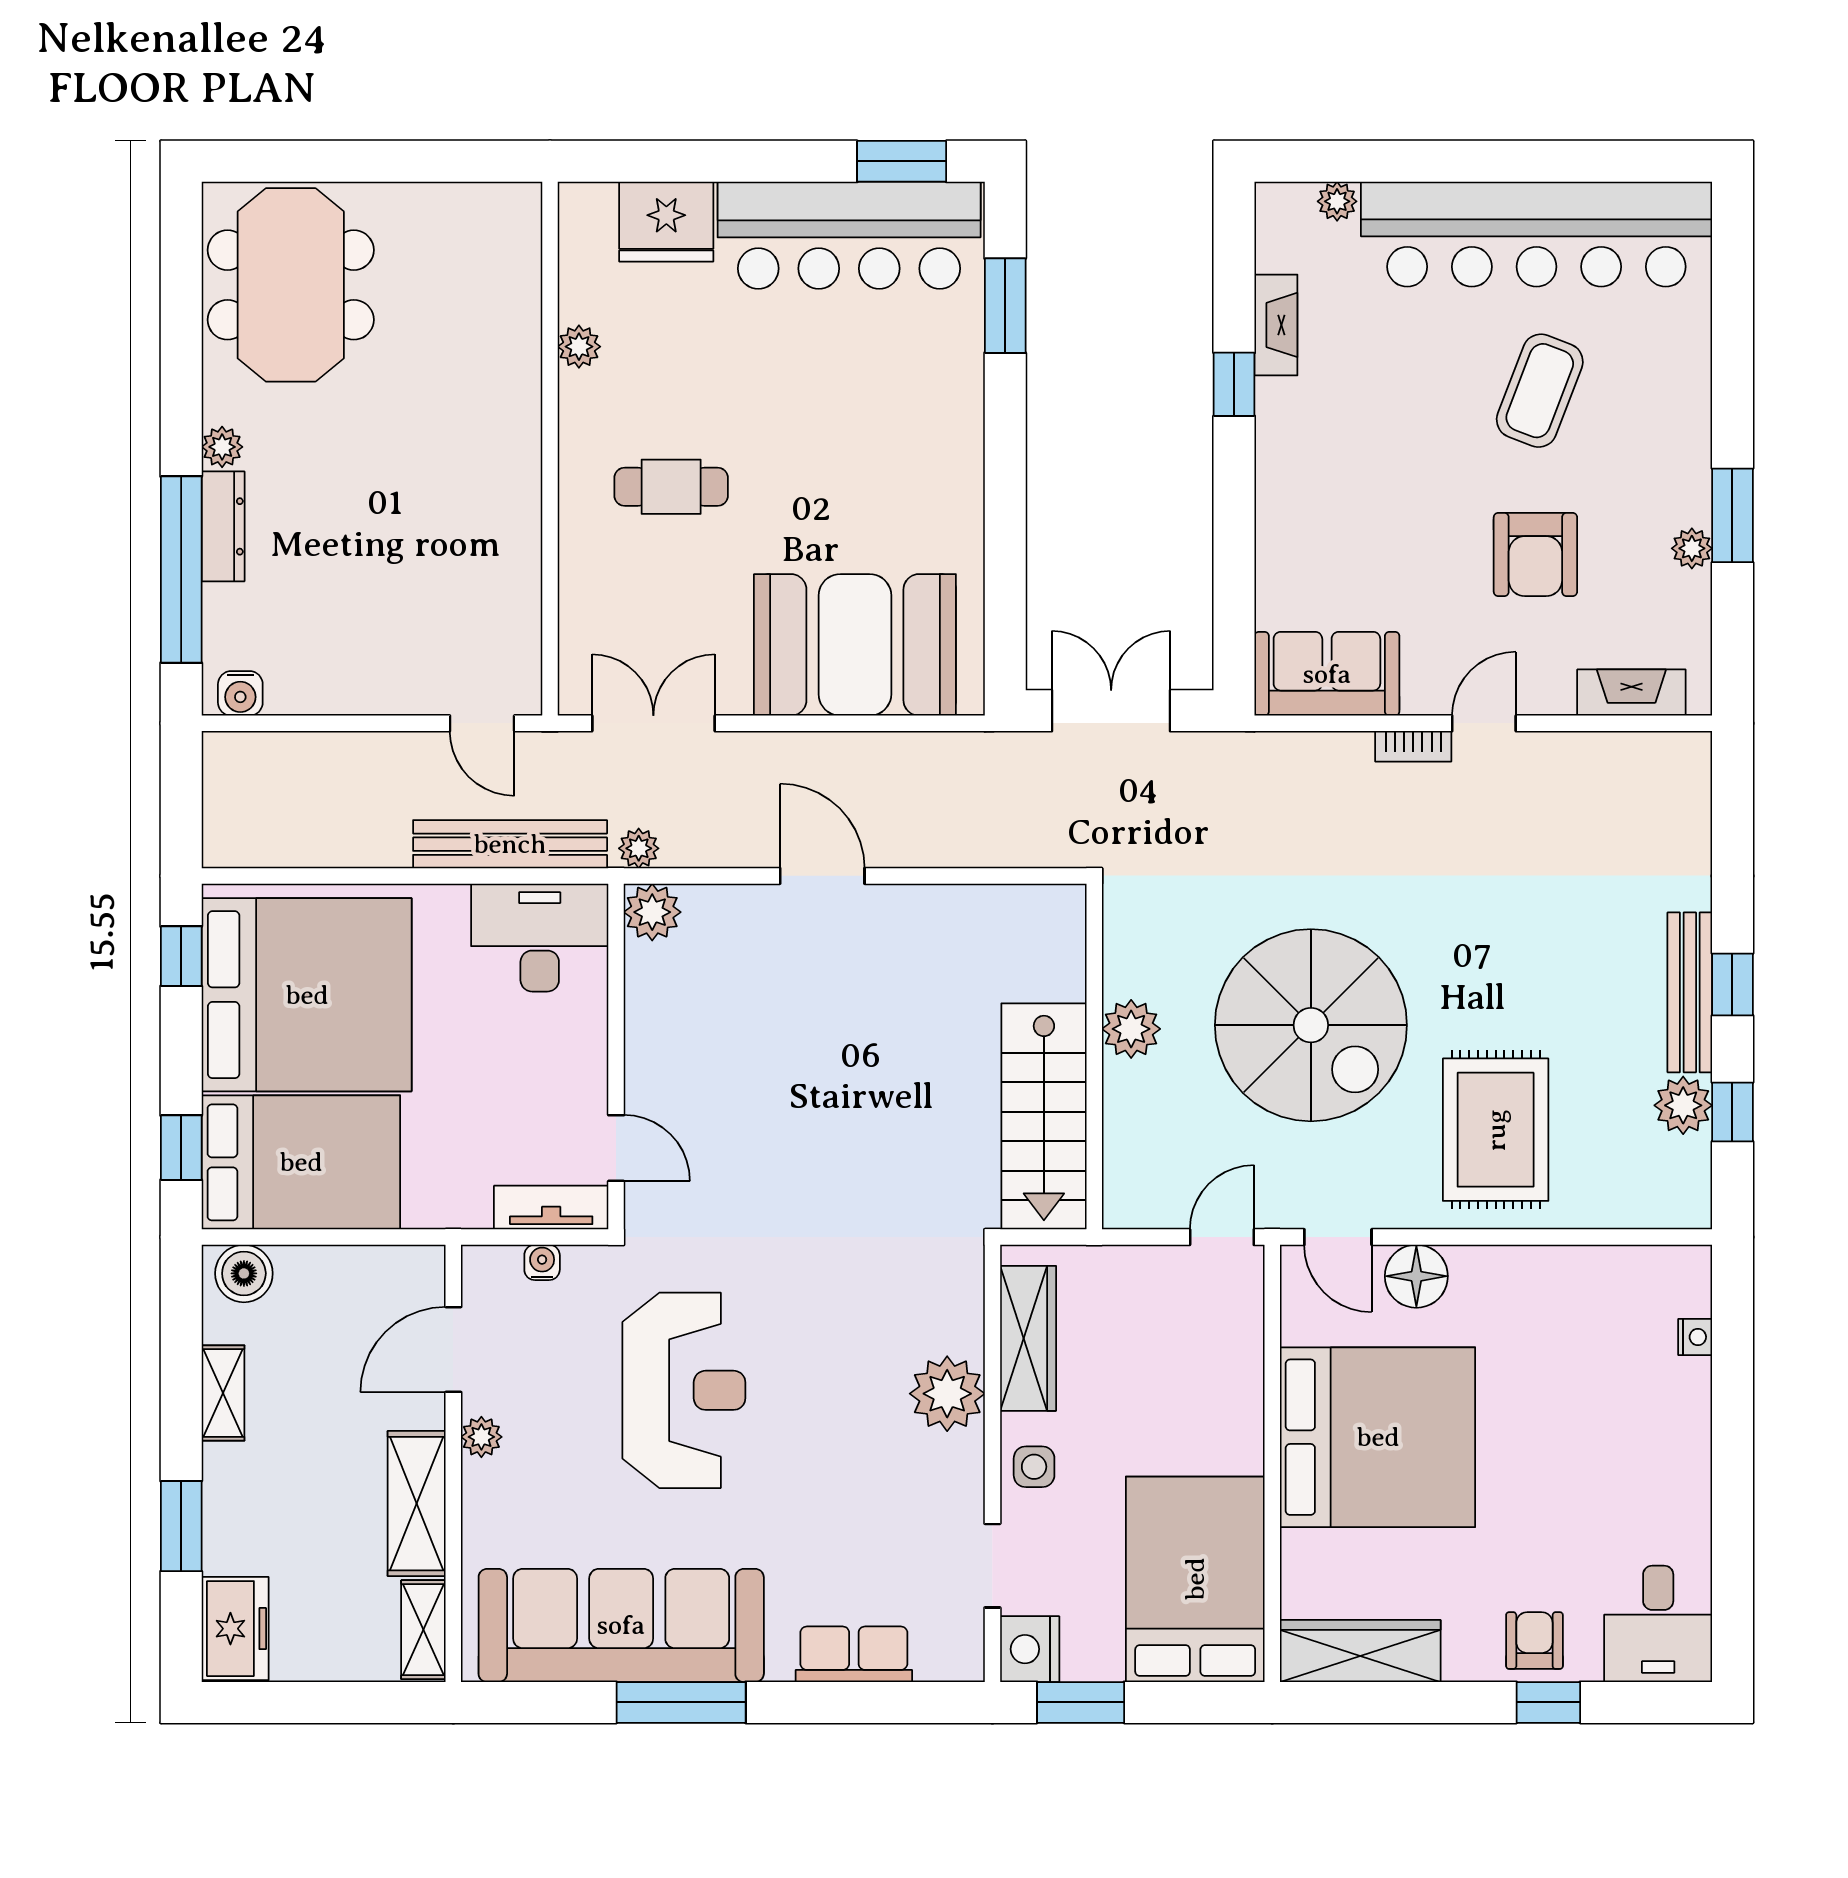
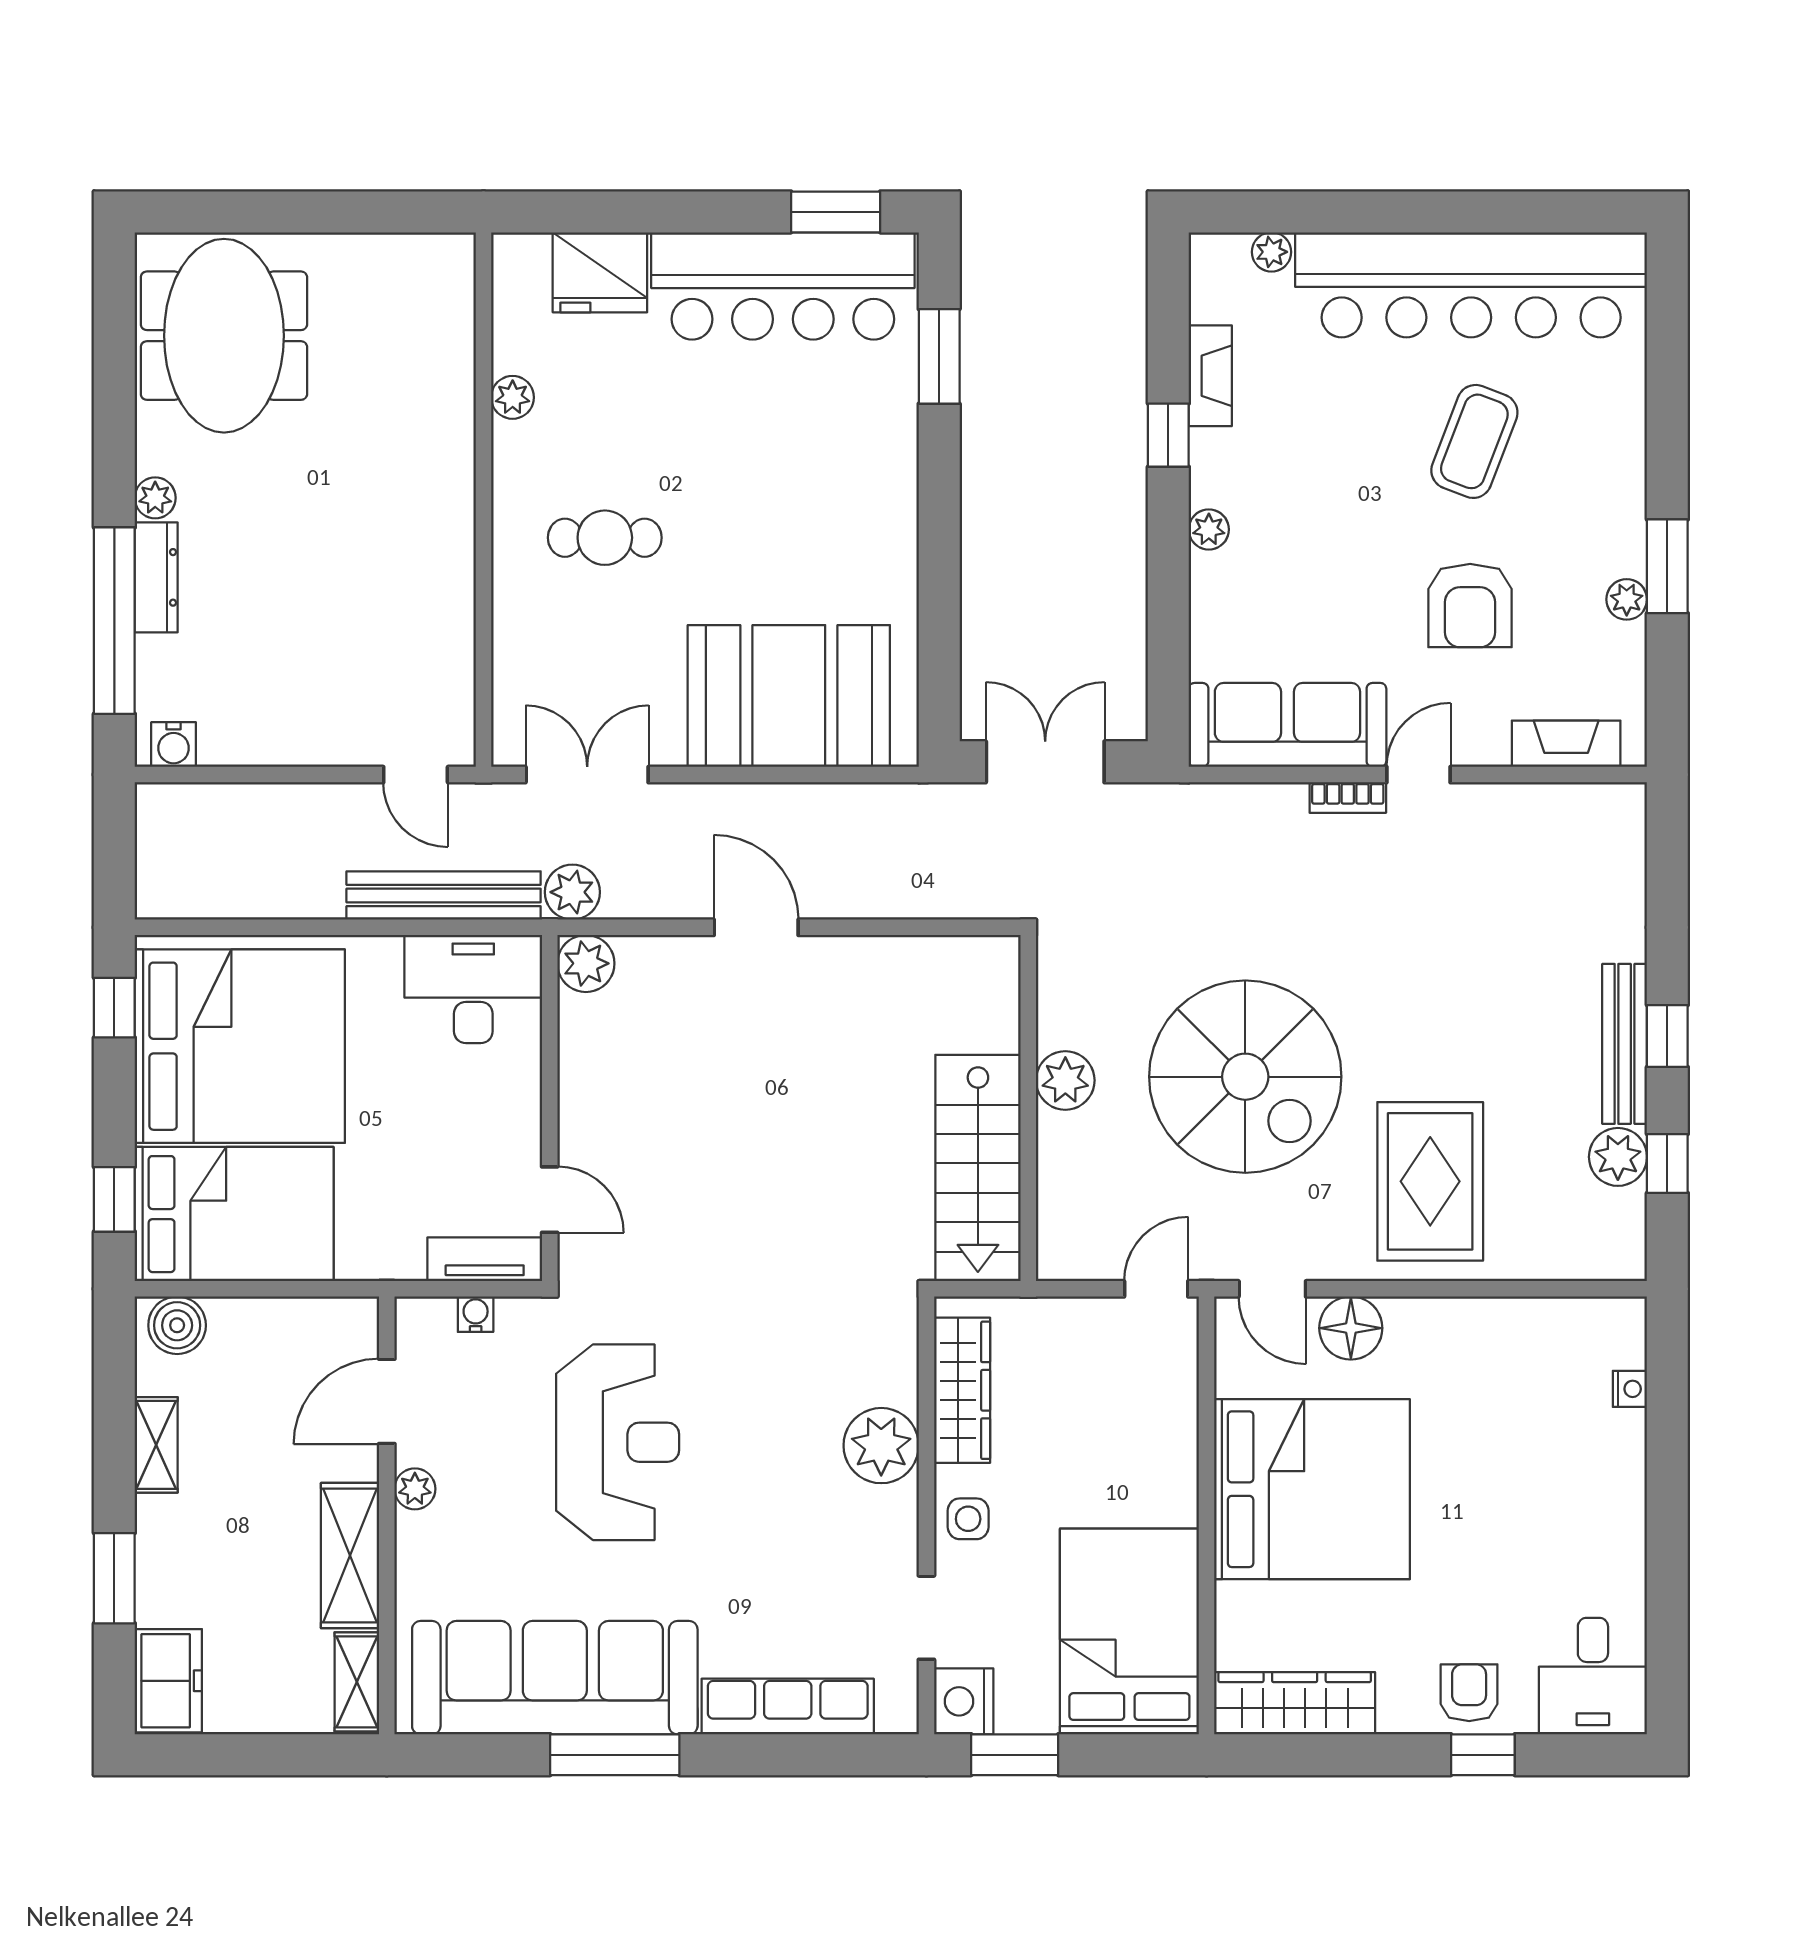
plant: (1274, 479) -> (1209, 529), added
sofa: (1327, 674) -> (1287, 725), width x1.36
plant: (639, 848) -> (572, 892), width x1.38, depth x1.38
row of seats: (854, 1654) -> (788, 1706), width x1.48

